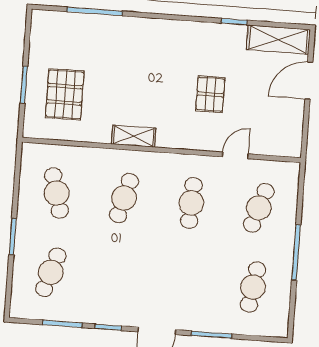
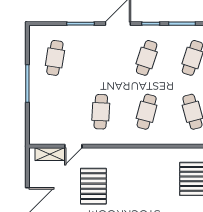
pallet: (210, 94) -> (93, 186), width x1.50, depth x1.42
shelving: (134, 136) -> (50, 154), moved
cafe table: (259, 208) -> (147, 58), moved

